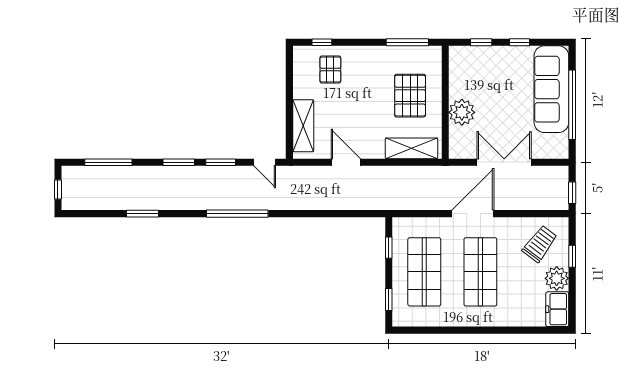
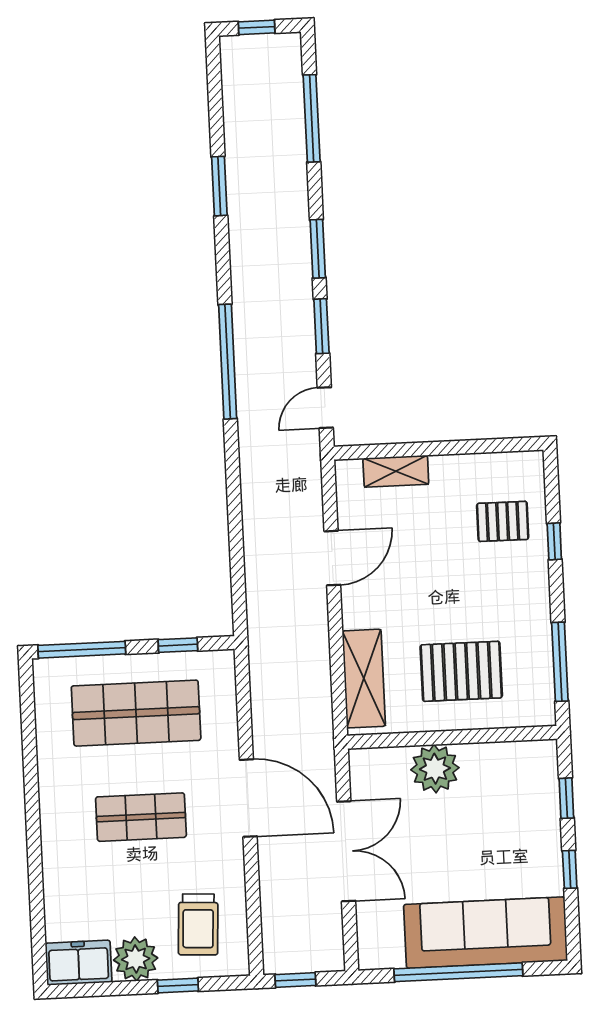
window: (322, 42) -> (554, 541), moved
shelving: (303, 126) -> (396, 471), width x0.67, depth x0.75
trolley: (540, 244) -> (198, 924), turned 56
shop shelf: (480, 272) -> (141, 817), width x0.70, depth x0.74
window: (389, 300) -> (82, 650), width x2.17

